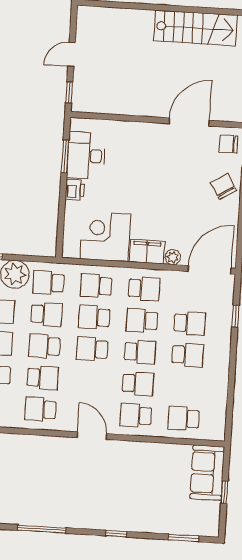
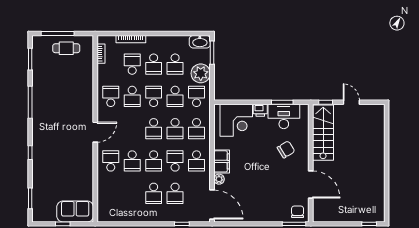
stairs: (195, 28) -> (323, 133), moved, turned 180
chair: (224, 187) -> (286, 149), moved
corner desk: (105, 237) -> (236, 120), moved, turned 90
school desk: (96, 286) -> (197, 129), turned 180
school desk: (94, 317) -> (175, 129), turned 180
school desk: (92, 349) -> (154, 129), turned 180
school desk: (184, 418) -> (111, 193), removed

